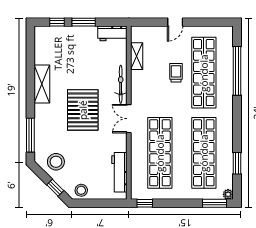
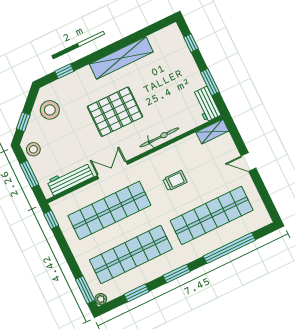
window: (84, 22) -> (210, 82), moved
shelving: (137, 56) -> (212, 132), moved
trolley: (176, 73) -> (175, 181), moved
shelving: (42, 84) -> (121, 58), width x1.47
double door: (129, 119) -> (112, 170), moved
window: (237, 123) -> (177, 274), added
window: (30, 135) -> (64, 71), width x0.46
window: (100, 203) -> (29, 174), added

